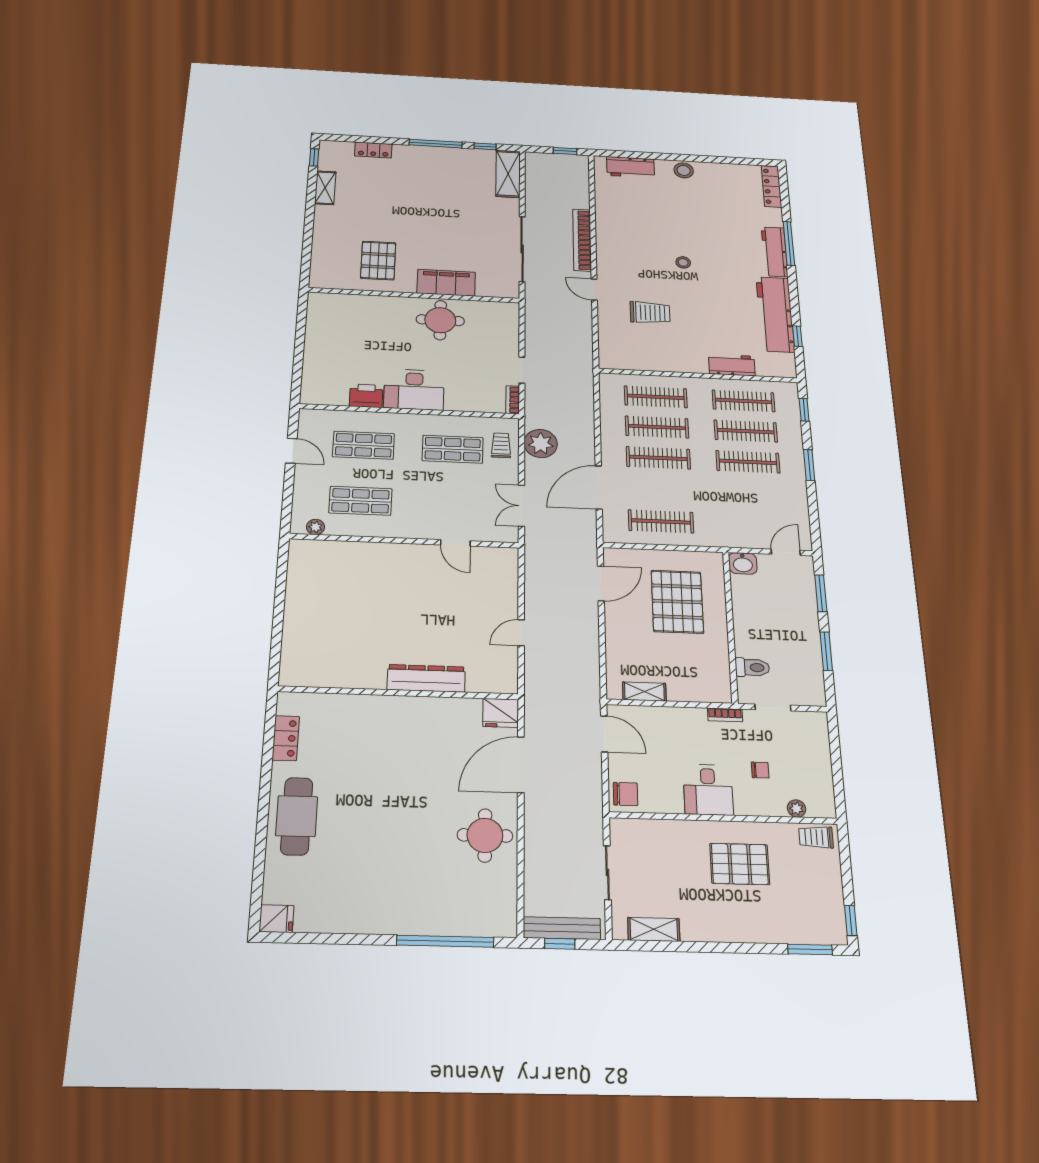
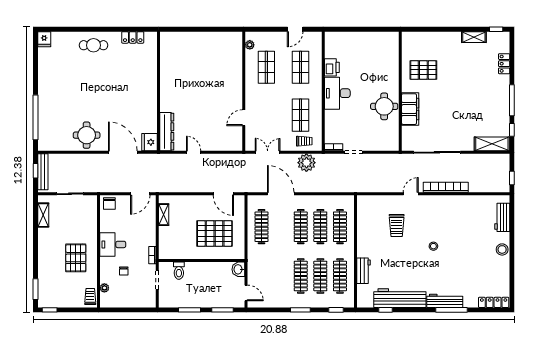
dresser: (426, 678) -> (167, 132), moved
cafe table: (297, 816) -> (94, 45), width x0.73, depth x0.74

